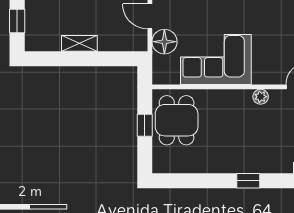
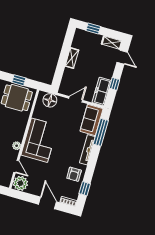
floor lamp: (164, 42) -> (50, 100), moved
corner sofa: (216, 60) -> (39, 140), moved

